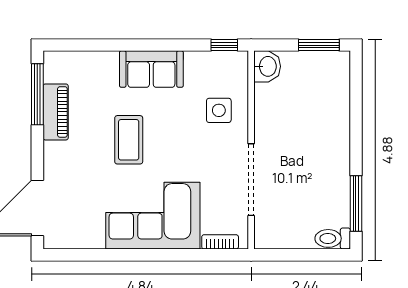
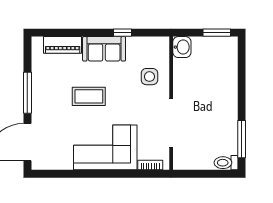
window: (224, 45) -> (122, 33), moved
window: (37, 94) -> (27, 93), moved
piano: (56, 112) -> (63, 45), moved, turned 90
coffee table: (129, 140) -> (89, 96), turned 90

